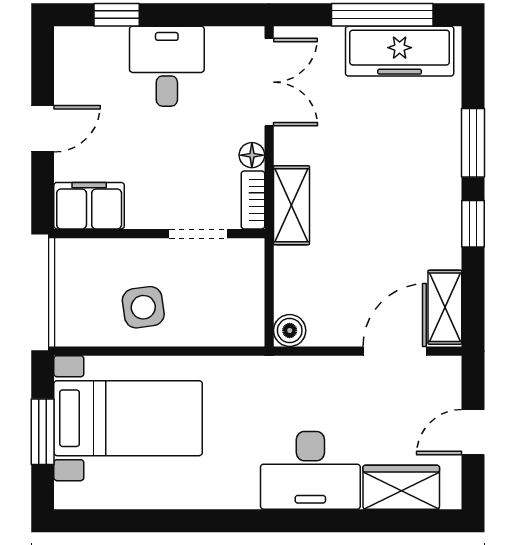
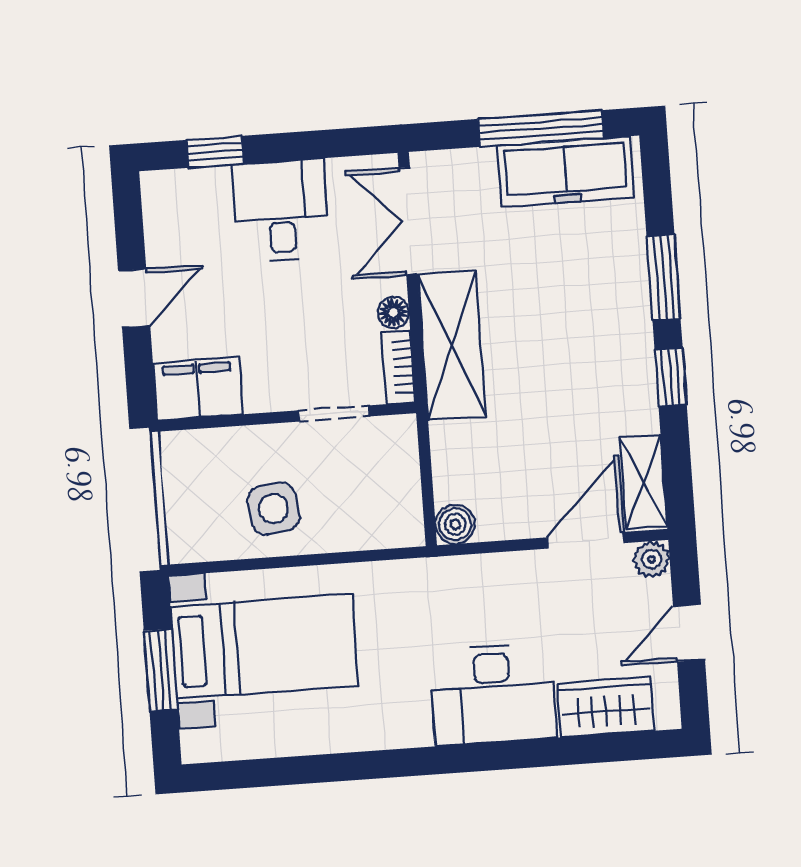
double door: (269, 82) -> (408, 221), swing flipped
shelving: (291, 205) -> (452, 346), width x1.50, depth x1.33
plant: (447, 370) -> (652, 559), added

